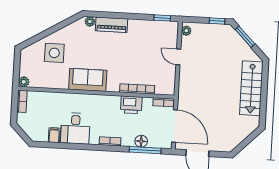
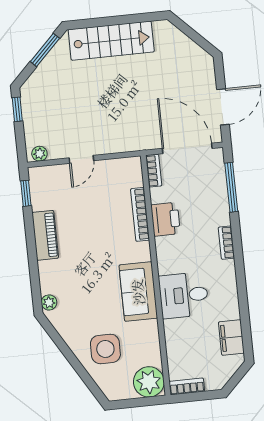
piano: (112, 25) -> (45, 235), moved
window: (245, 37) -> (45, 50), moved
plant: (24, 82) -> (149, 382), width x1.87, depth x1.87
door: (175, 126) -> (187, 148), hinge flipped
desk: (75, 128) -> (184, 295), moved, turned 180
filing cabinet: (54, 135) -> (231, 338), width x2.00
floor lamp: (141, 141) -> (219, 195), removed

